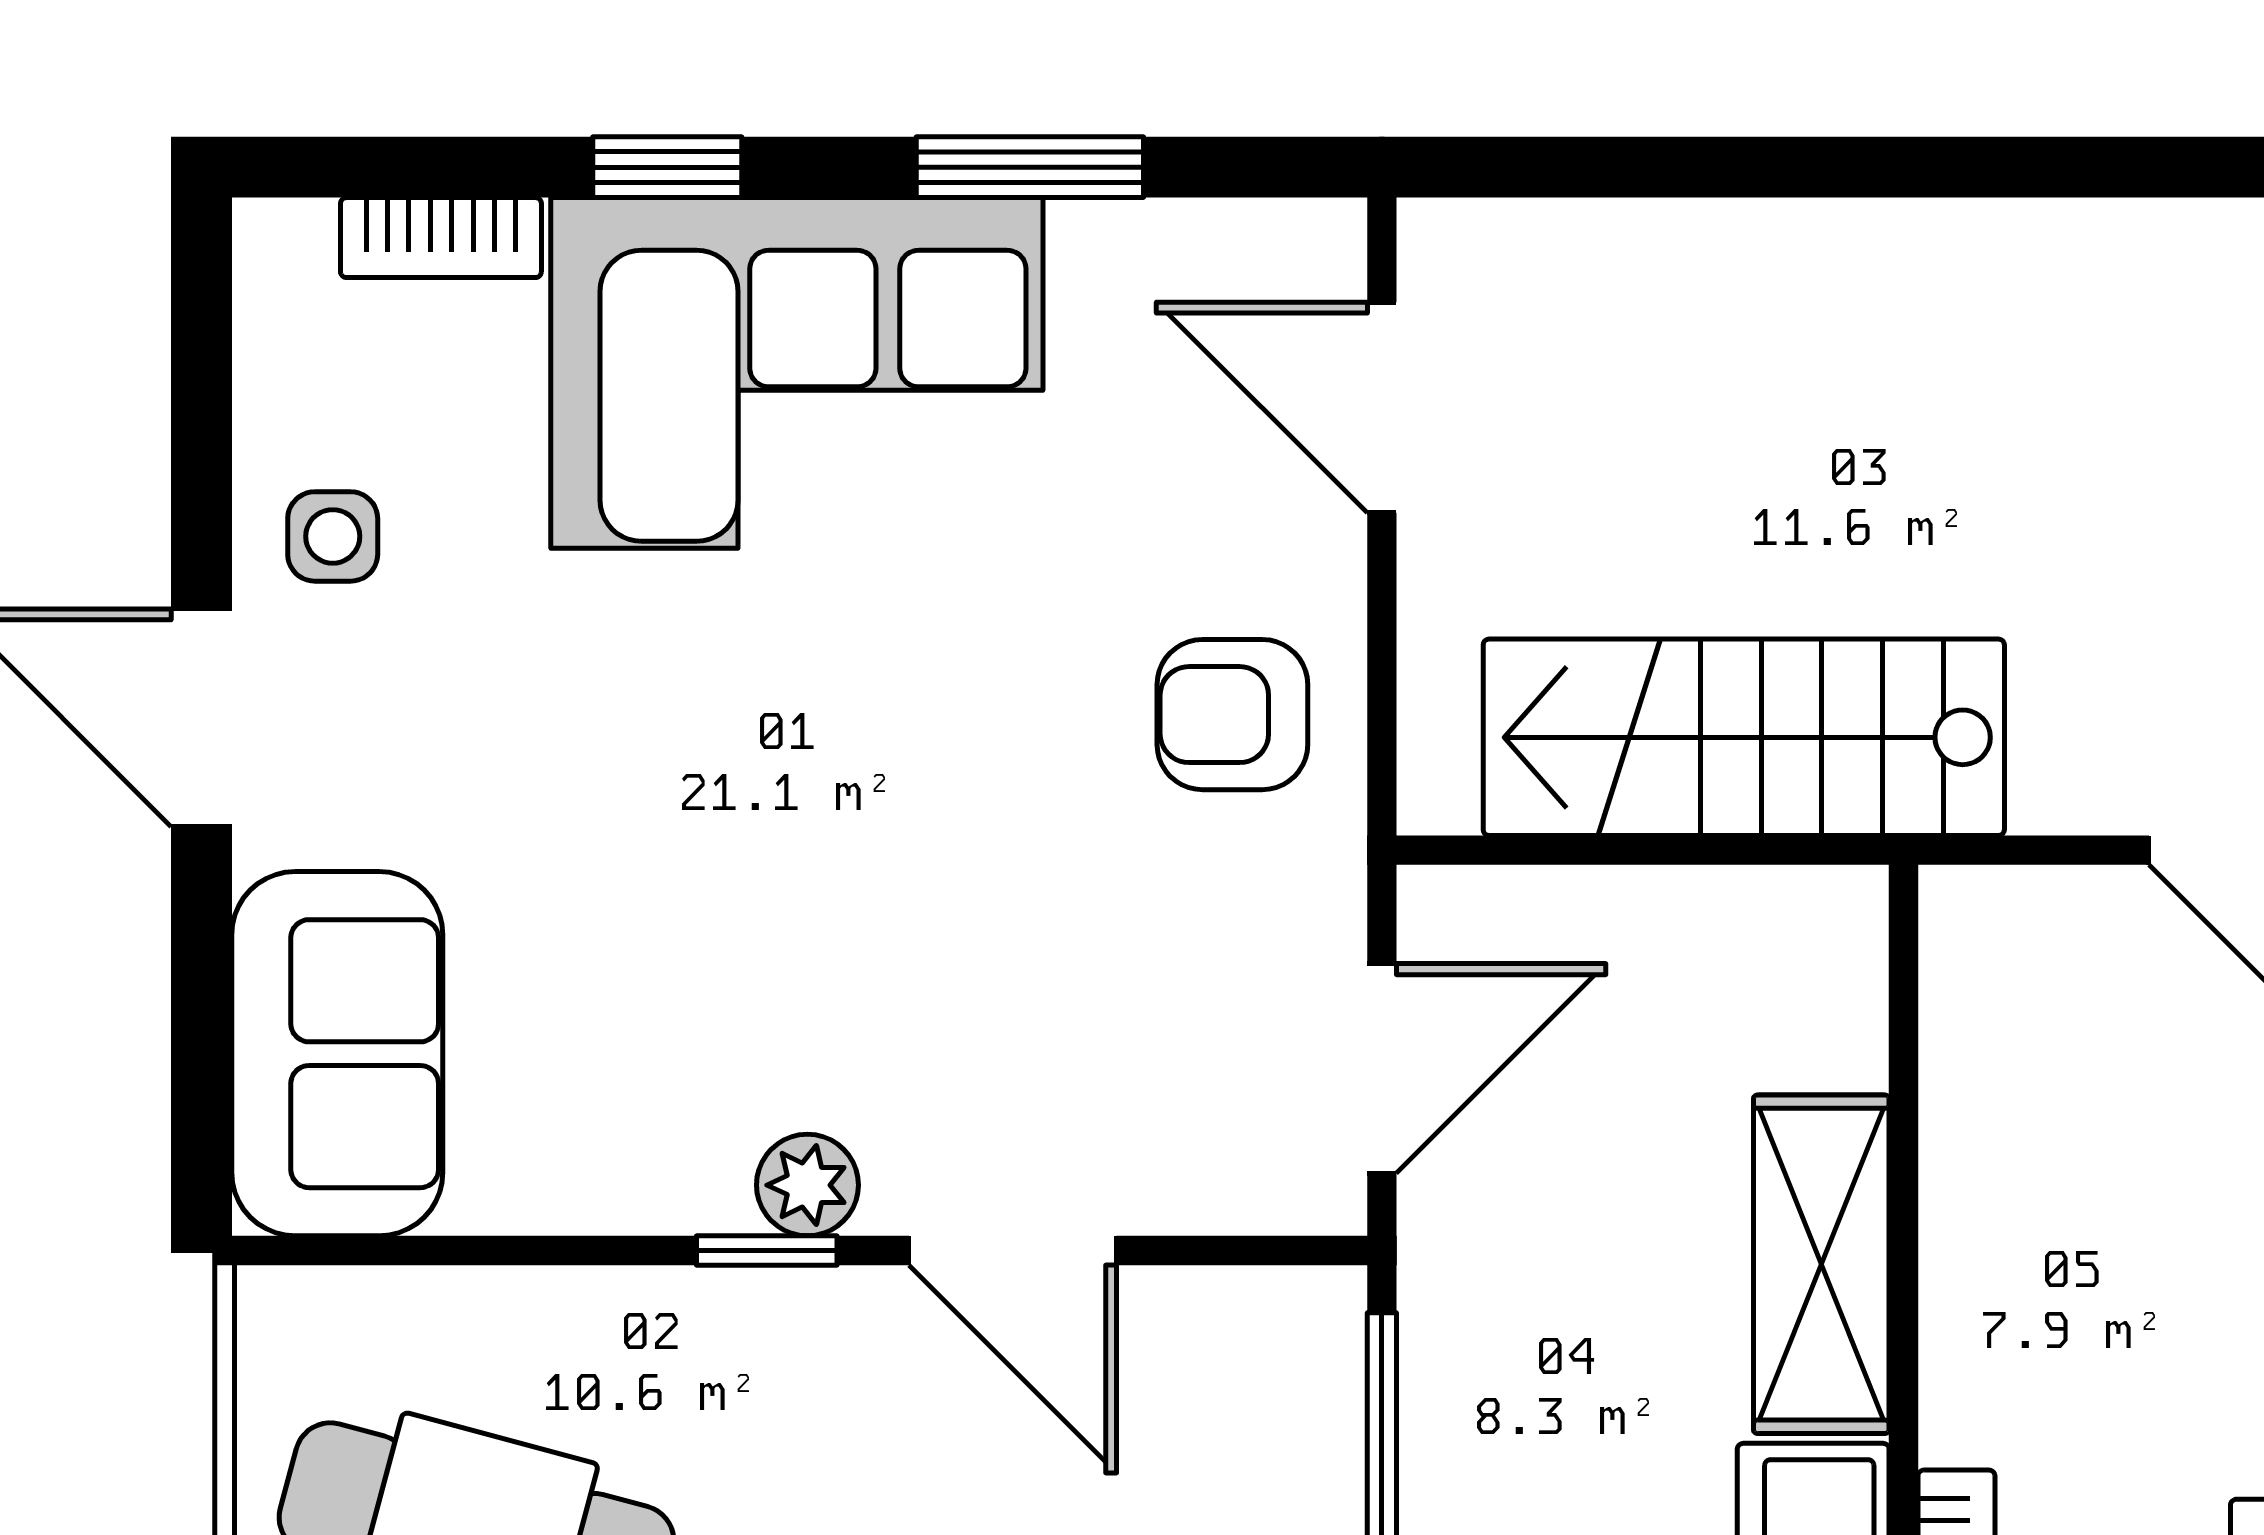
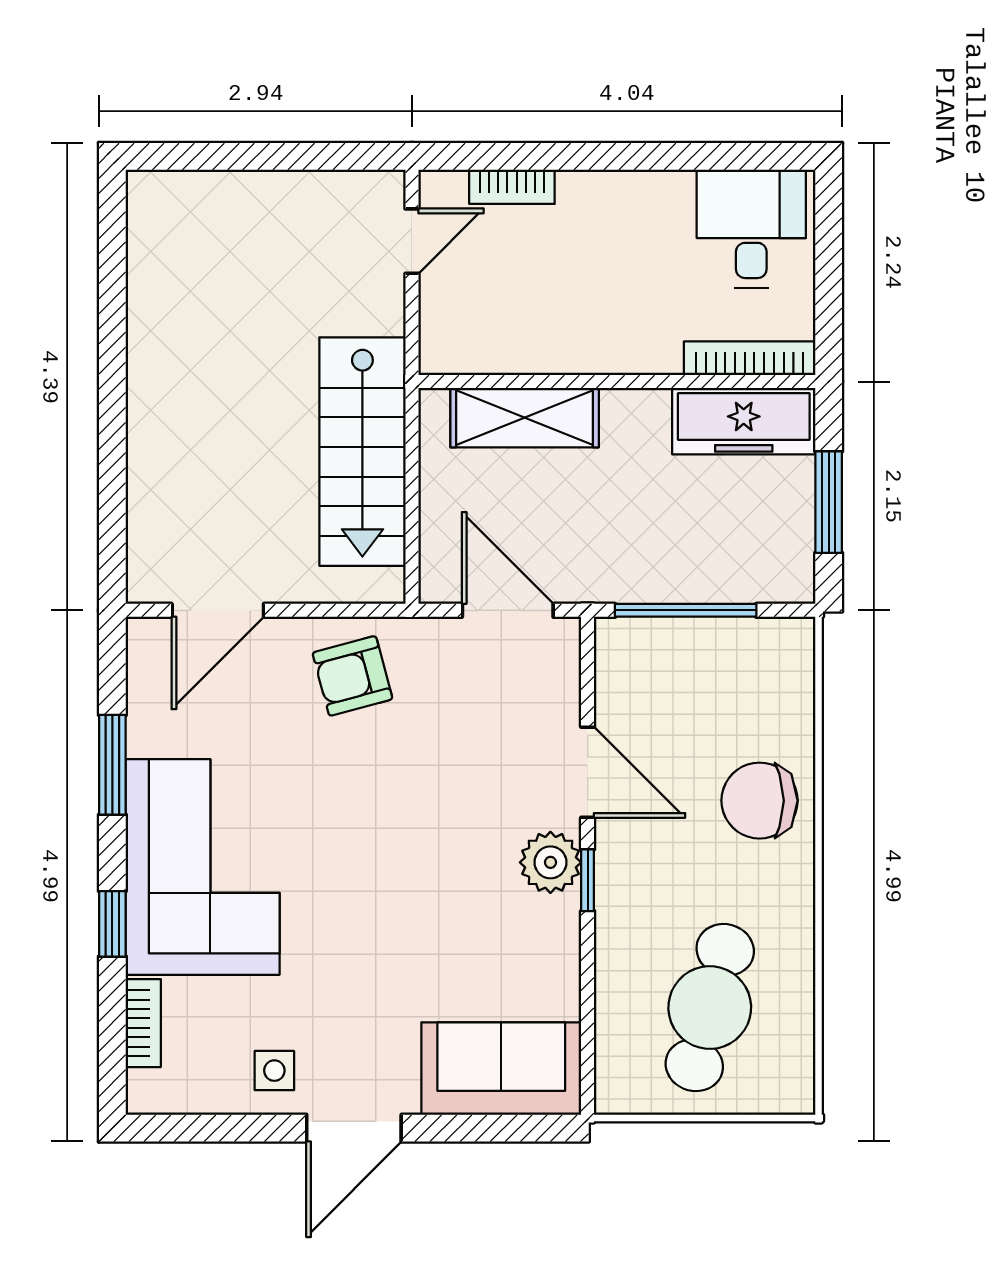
armchair: (1232, 715) -> (353, 676), turned 75
plant: (807, 1185) -> (550, 862), width x1.38, depth x1.38
door: (1013, 1250) -> (588, 772), hinge flipped
shelving: (1821, 1264) -> (525, 418), moved

